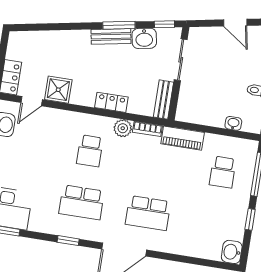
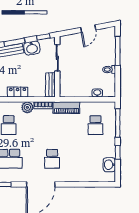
door: (235, 23) -> (88, 29), hinge flipped
school desk: (148, 213) -> (52, 159), width x0.54
washbasin: (232, 252) -> (109, 165), moved

